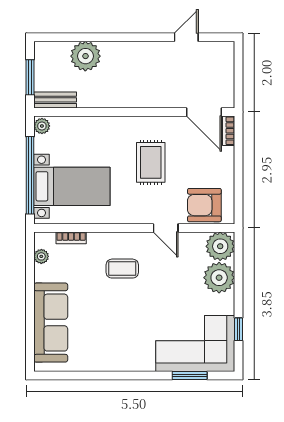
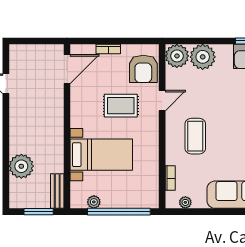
plant: (42, 126) -> (94, 202), moved
bookcase: (229, 131) -> (108, 49), moved
rug: (151, 162) -> (121, 106), moved
bed with nightstands: (72, 186) -> (101, 155), moved, turned 90
coffee table: (122, 269) -> (195, 136), width x1.36, depth x1.30

